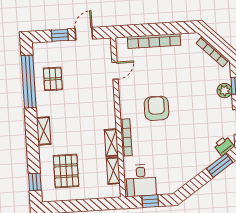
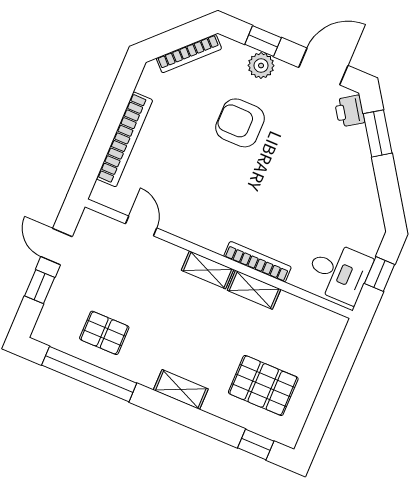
armchair: (156, 108) -> (240, 123), moved
shelving: (113, 171) -> (208, 270), moved

